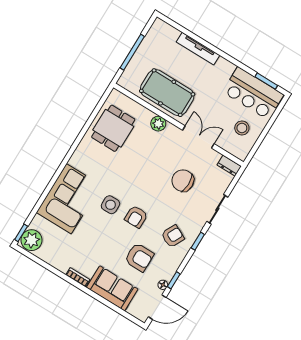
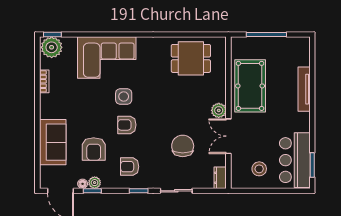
plant: (158, 124) -> (219, 110), moved
double door: (198, 137) -> (228, 136), swing flipped
armchair: (173, 236) -> (130, 167), turned 153
plant: (168, 274) -> (95, 183), added
bookcase: (78, 277) -> (44, 81), moved

